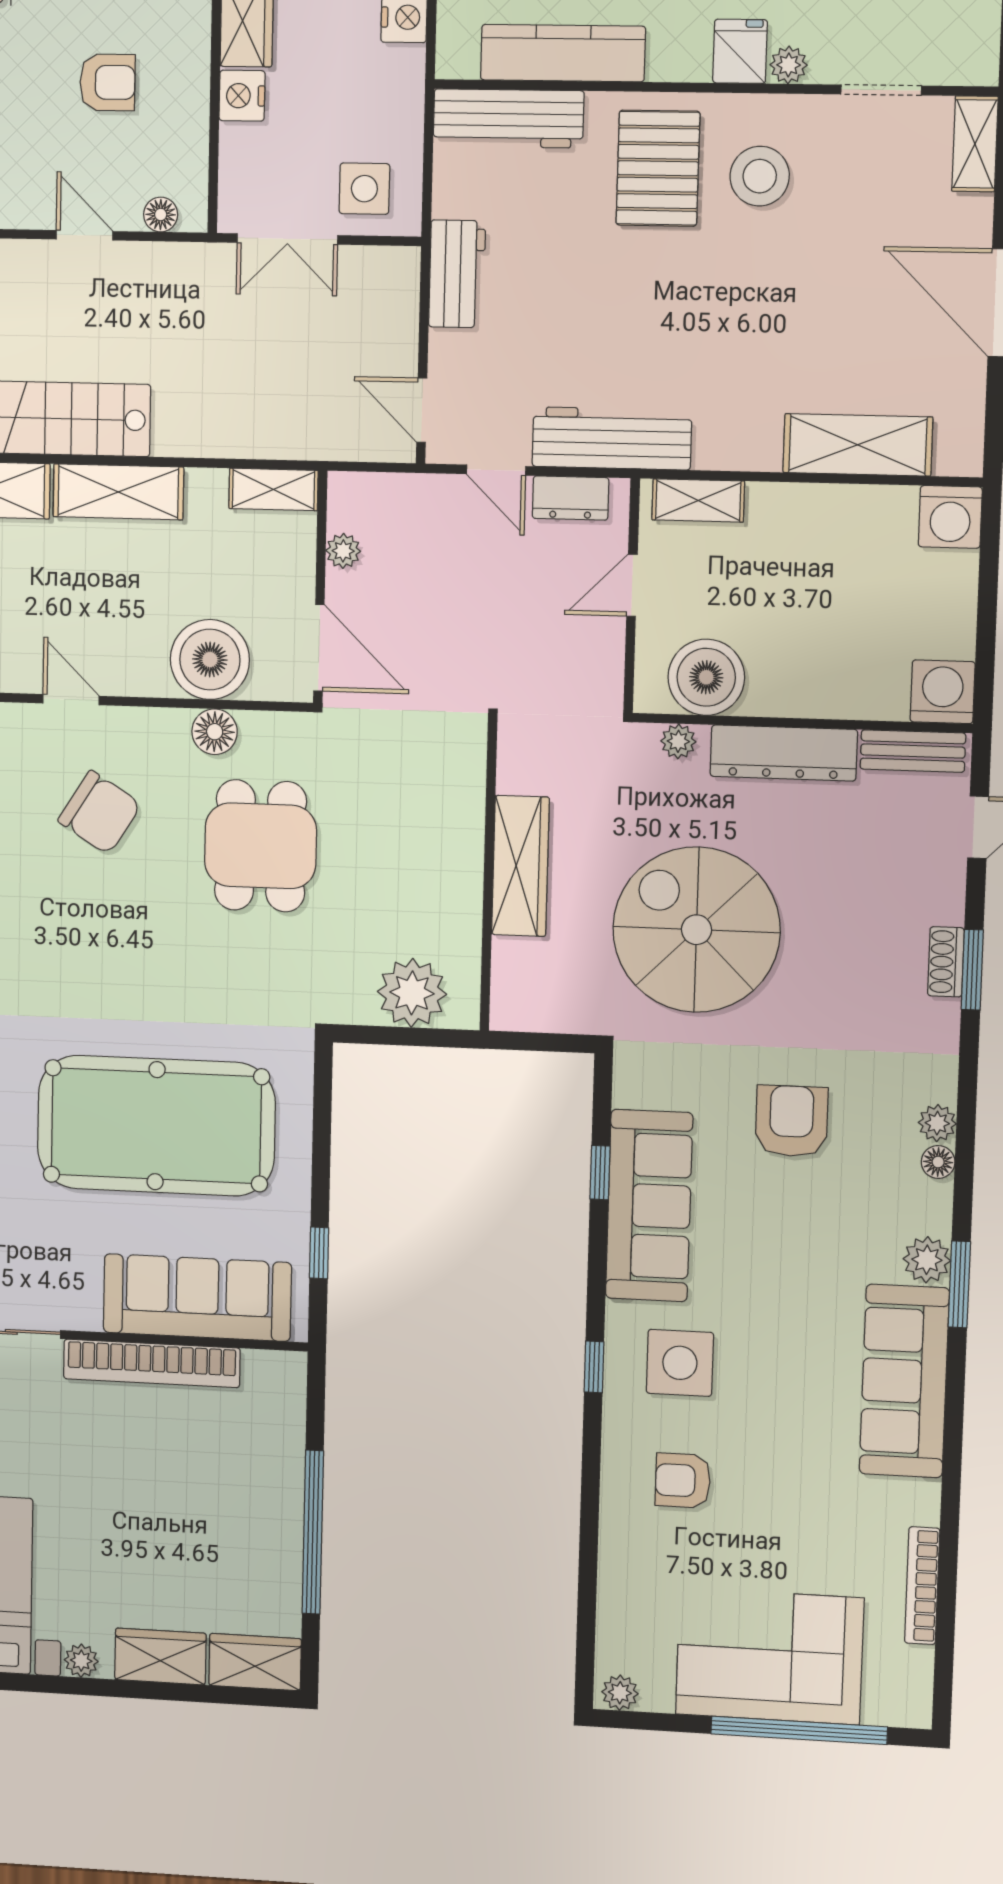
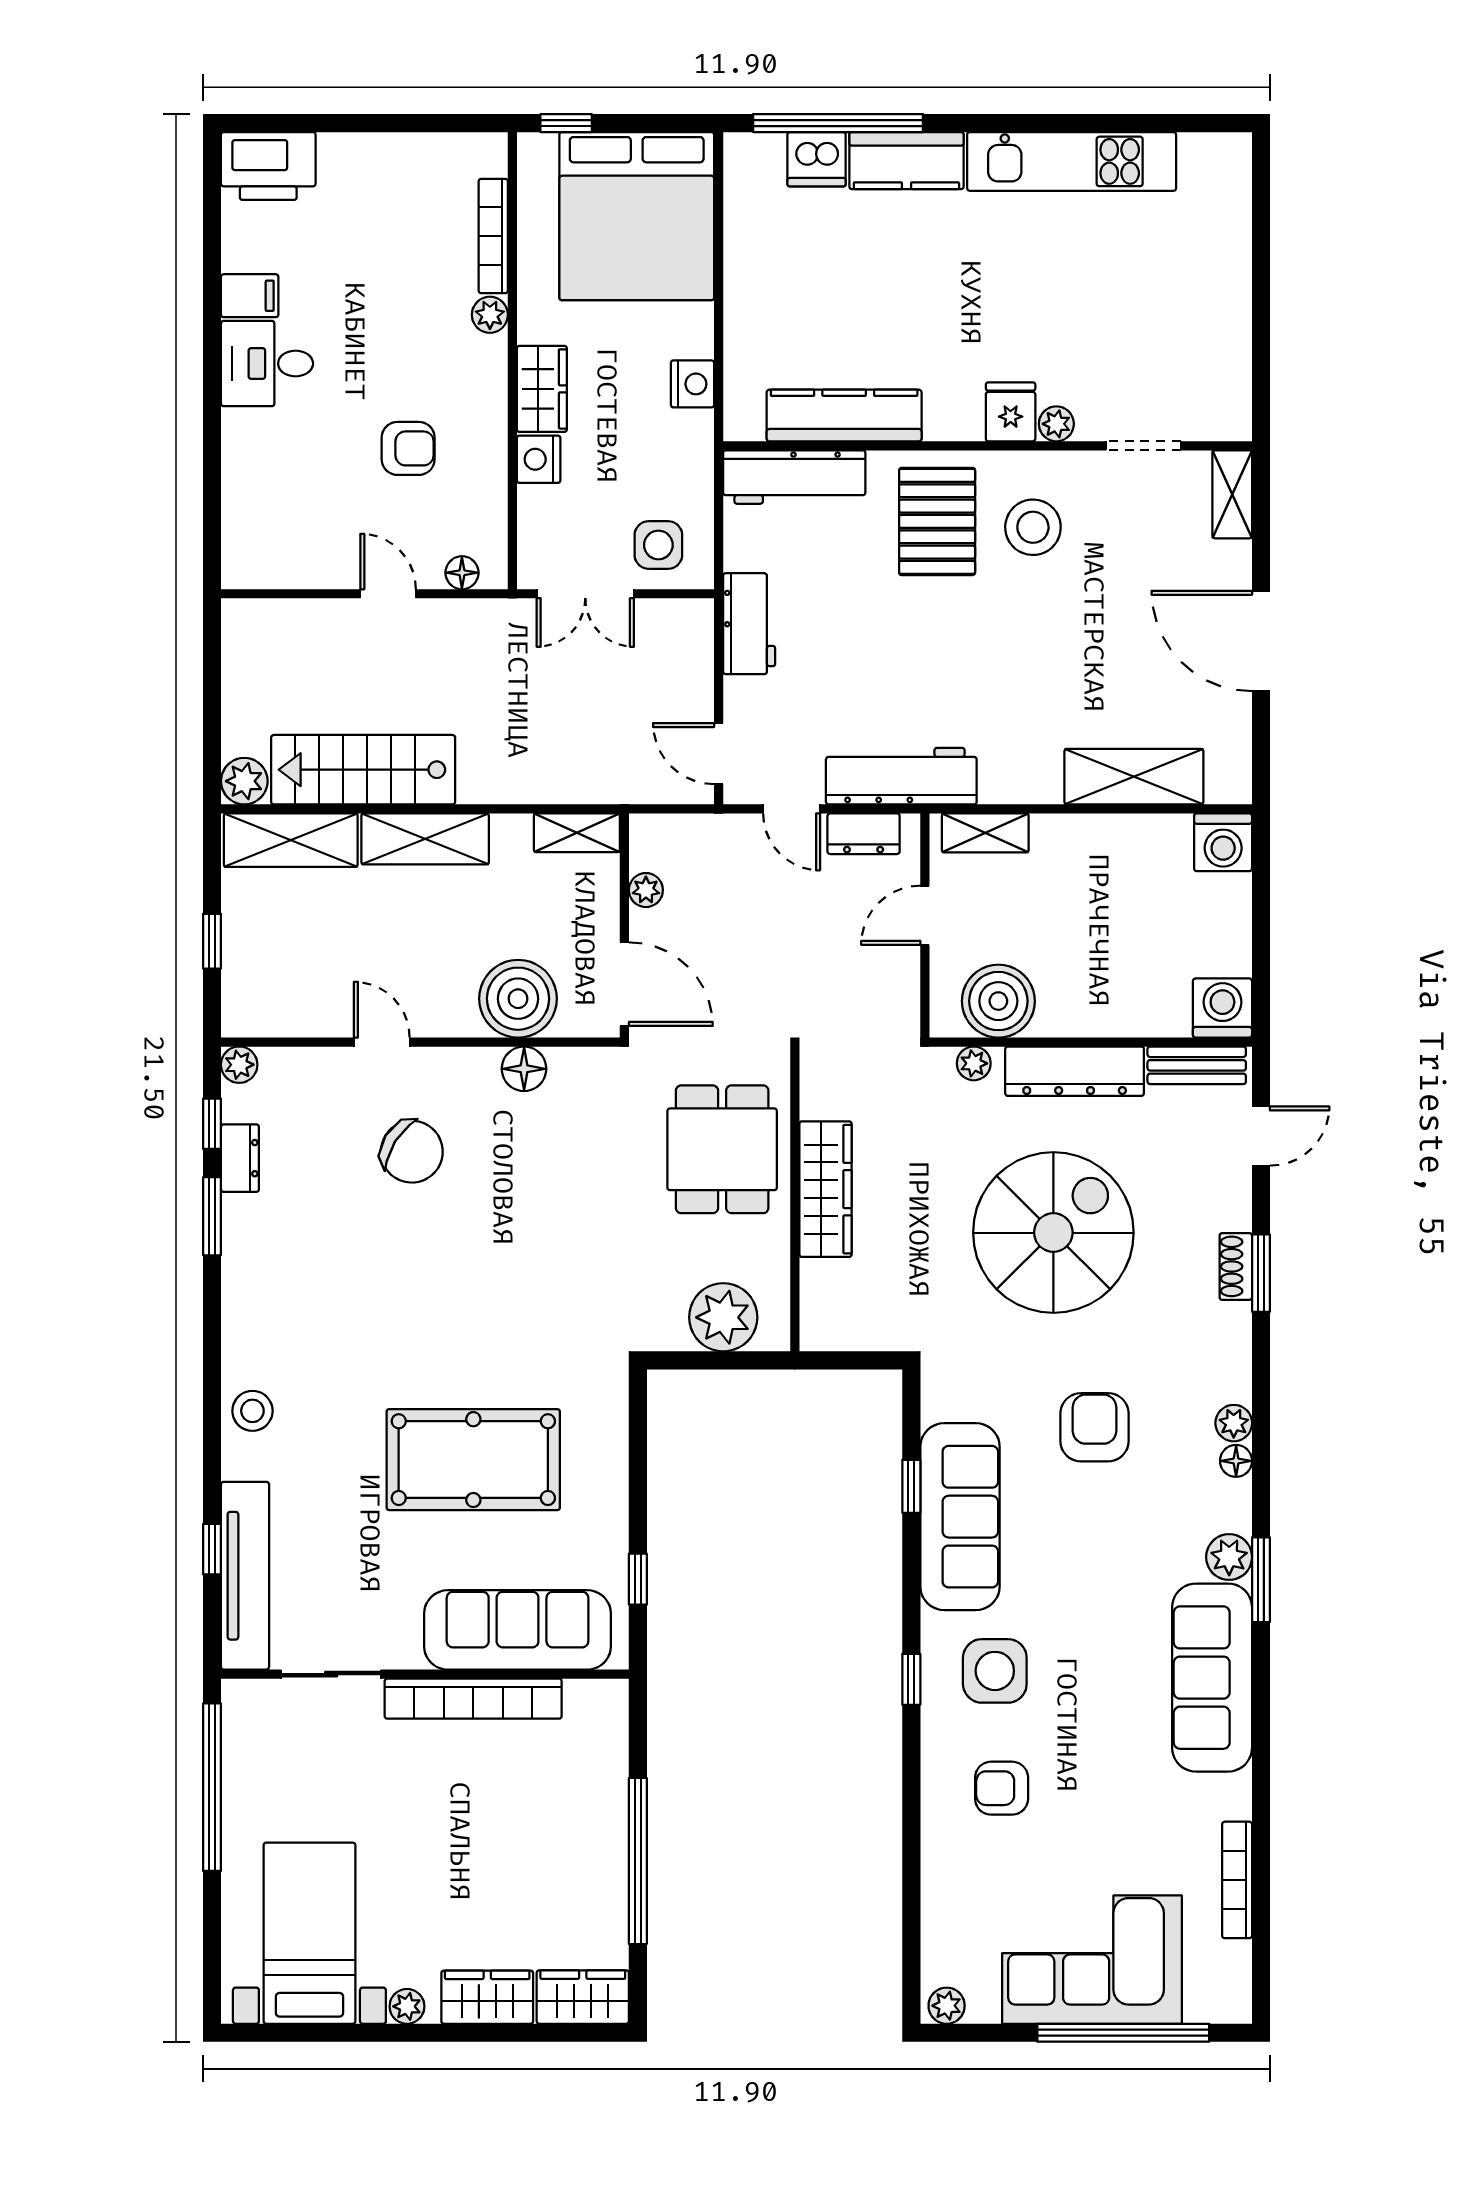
dining table: (261, 846) -> (722, 1149), moved
spiral stairs: (696, 930) -> (1053, 1233), moved, turned 90
pool table: (156, 1126) -> (473, 1460), width x0.73, depth x0.76

